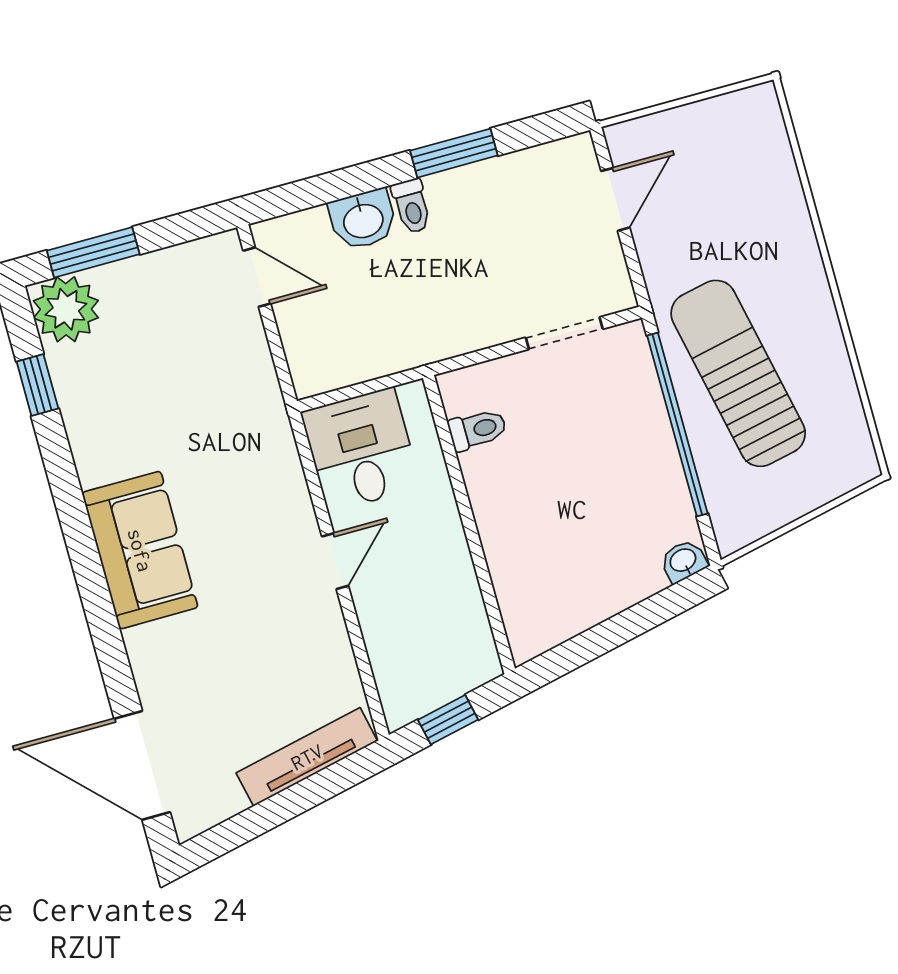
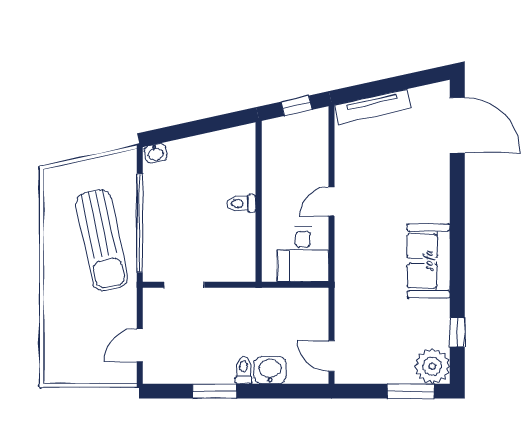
toilet: (478, 430) -> (241, 203), moved
sofa: (140, 550) -> (428, 261), moved

